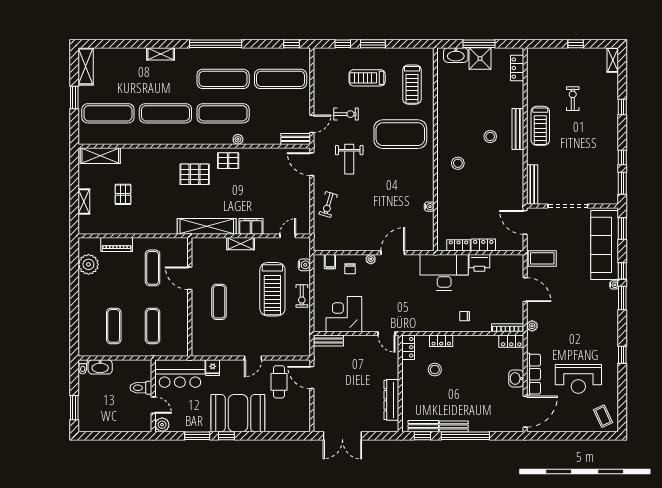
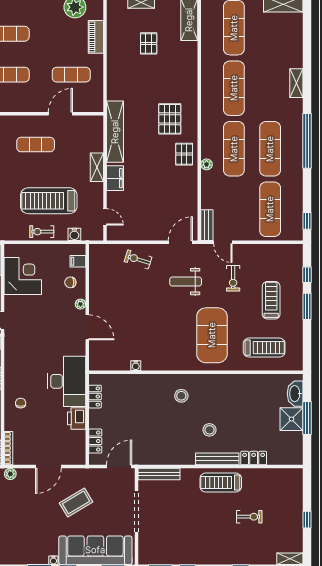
locker: (517, 68) -> (254, 458), moved
treadmill: (412, 85) -> (264, 348), turned 180
pallet: (123, 194) -> (149, 43), turned 90
locker: (483, 245) -> (95, 441), moved
coffee table: (542, 258) -> (76, 502), moved, turned 59

